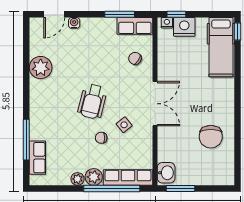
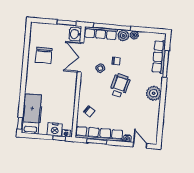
door: (54, 14) -> (140, 145), hinge flipped
row of seats: (135, 26) -> (99, 134), width x2.02
plant: (41, 68) -> (154, 93), moved
double door: (155, 104) -> (81, 57), moved
chair: (211, 137) -> (44, 55), turned 180
row of seats: (37, 158) -> (159, 57), width x1.48

